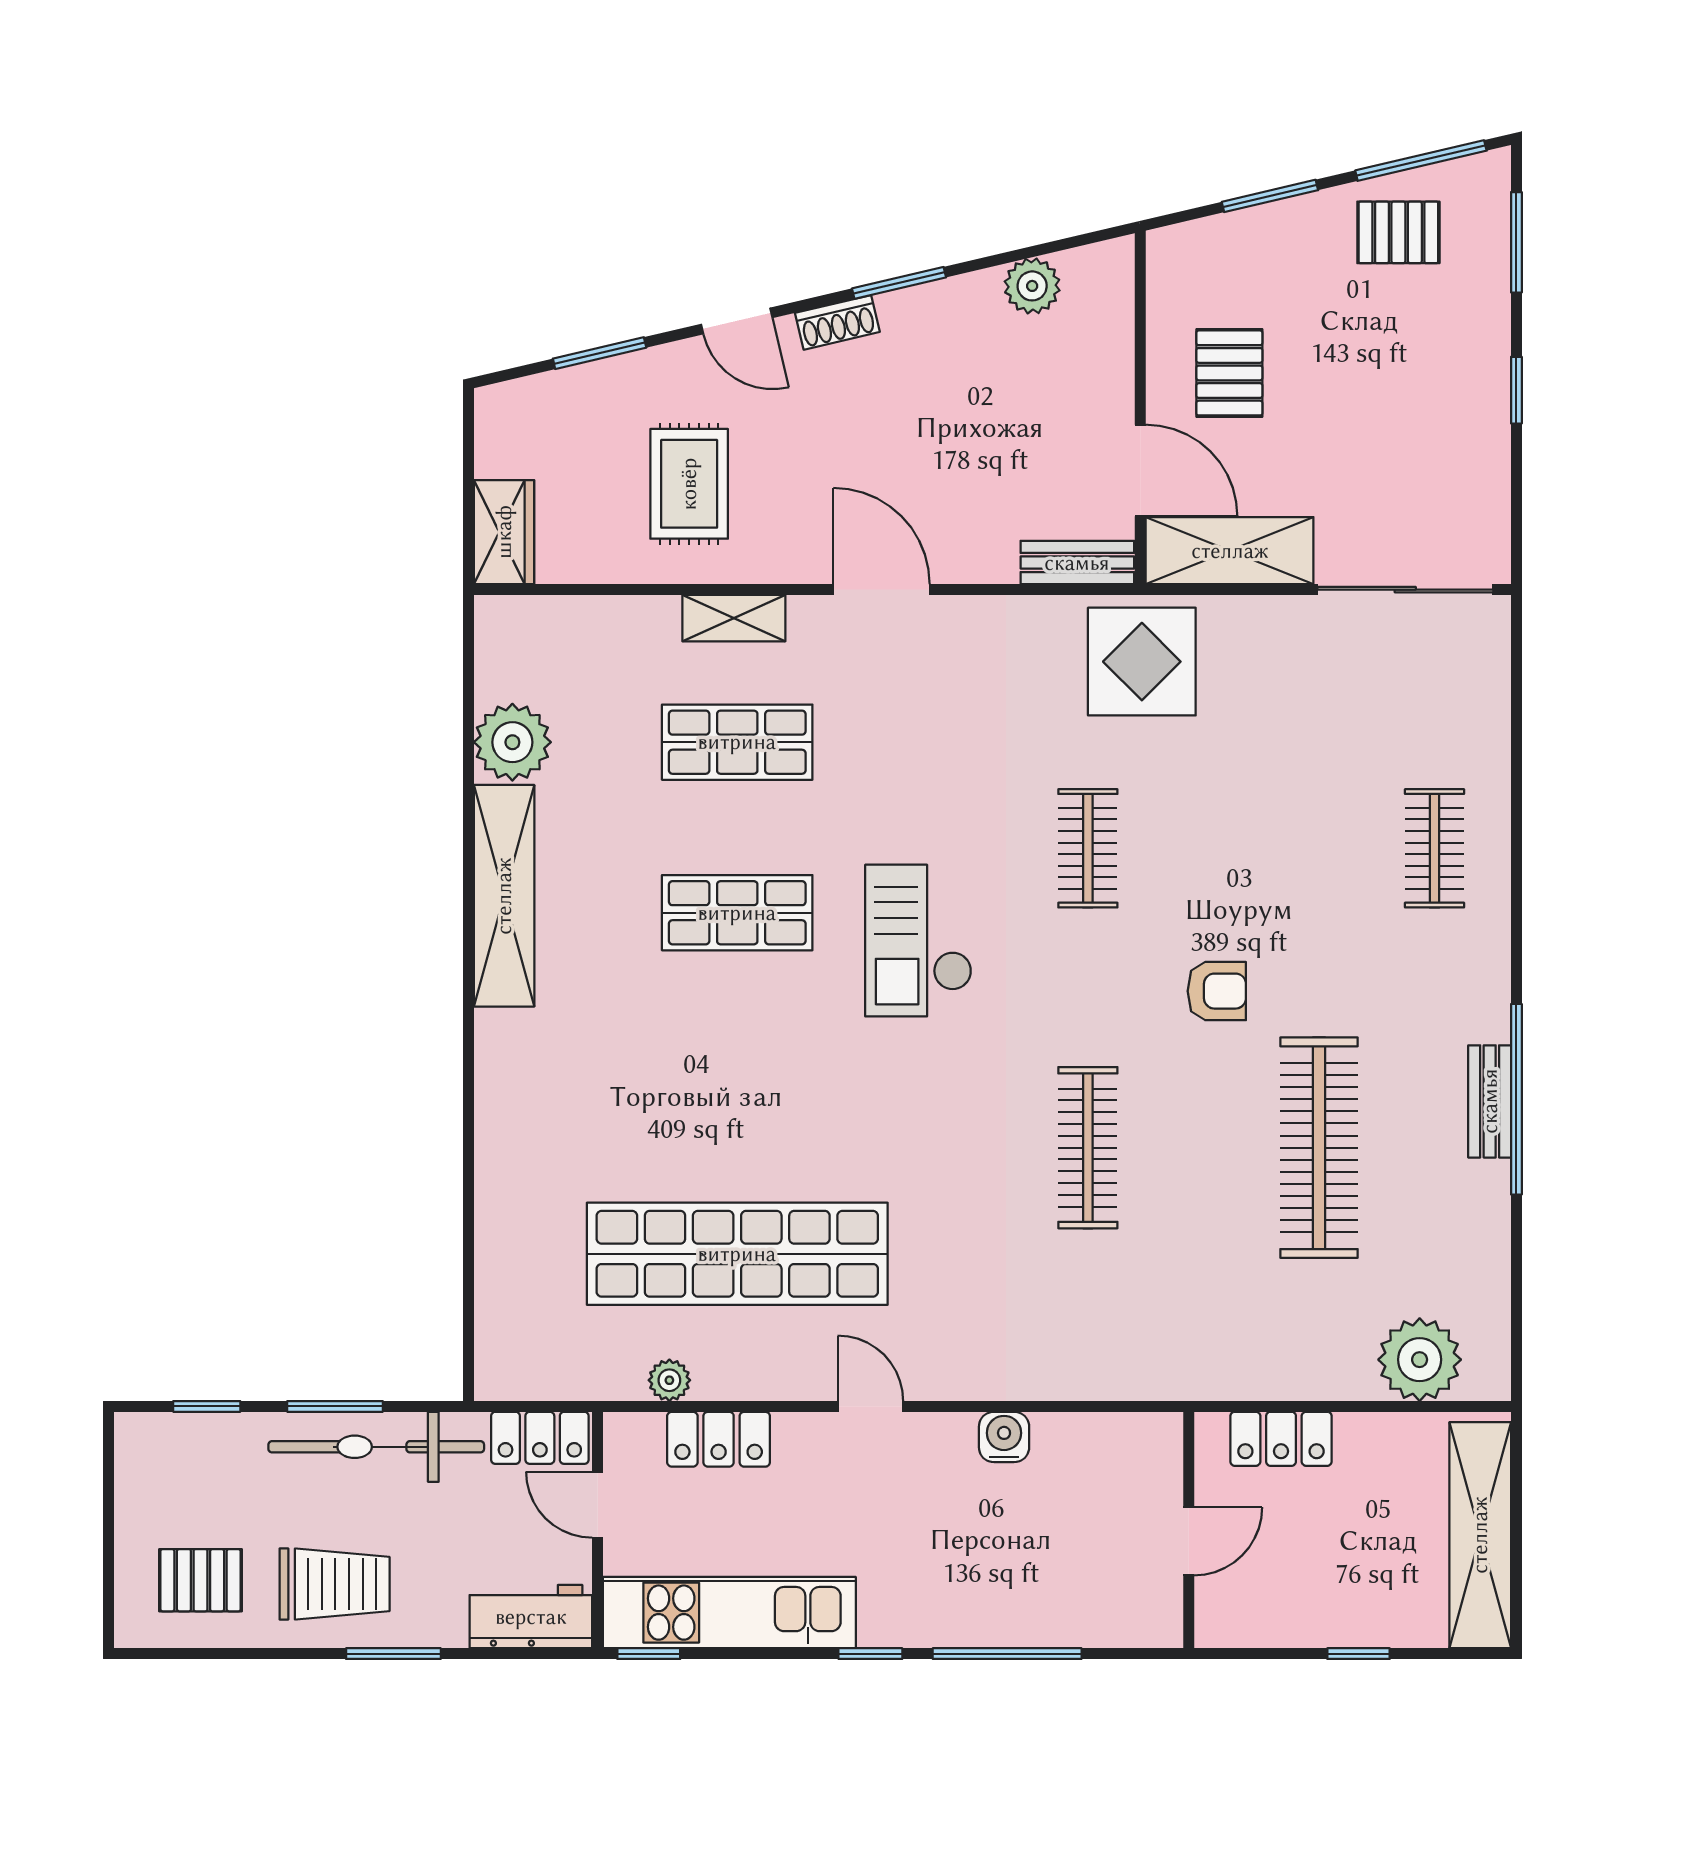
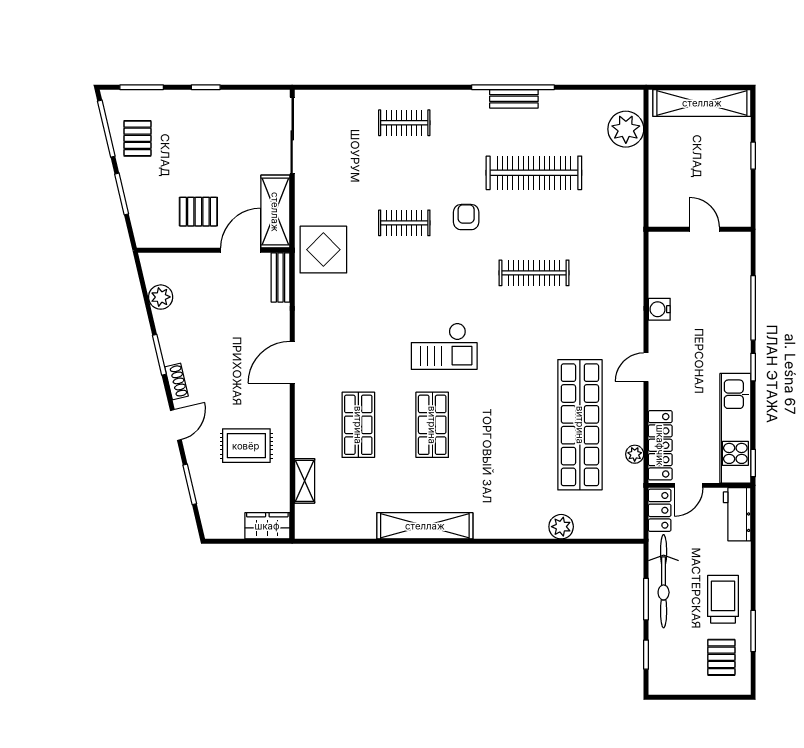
shelving: (734, 618) -> (305, 481), moved
plant: (512, 742) -> (561, 527), moved, width x0.73, depth x0.73
clothes rail: (1088, 848) -> (404, 223), moved
locker: (719, 1439) -> (660, 445), width x1.53
locker: (1281, 1439) -> (660, 189), removed
window: (393, 1654) -> (753, 631), moved

